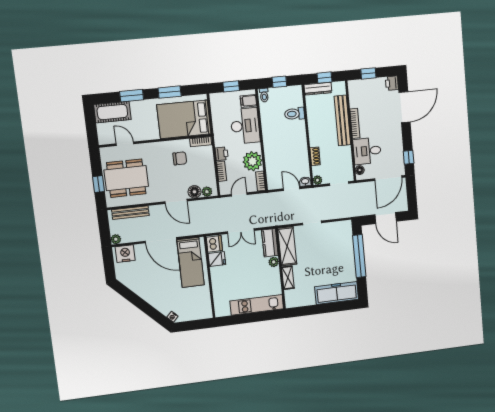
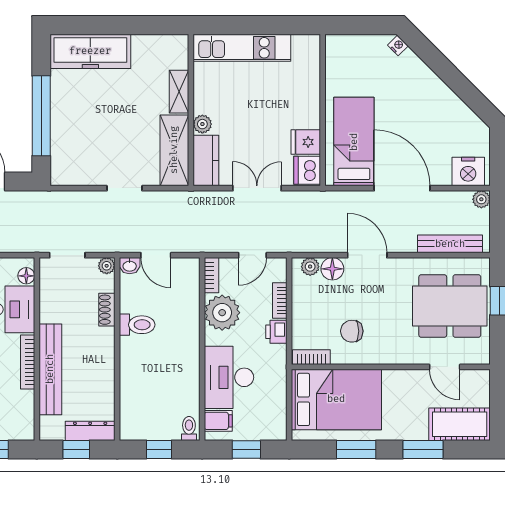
toilet: (295, 114) -> (137, 325), moved

